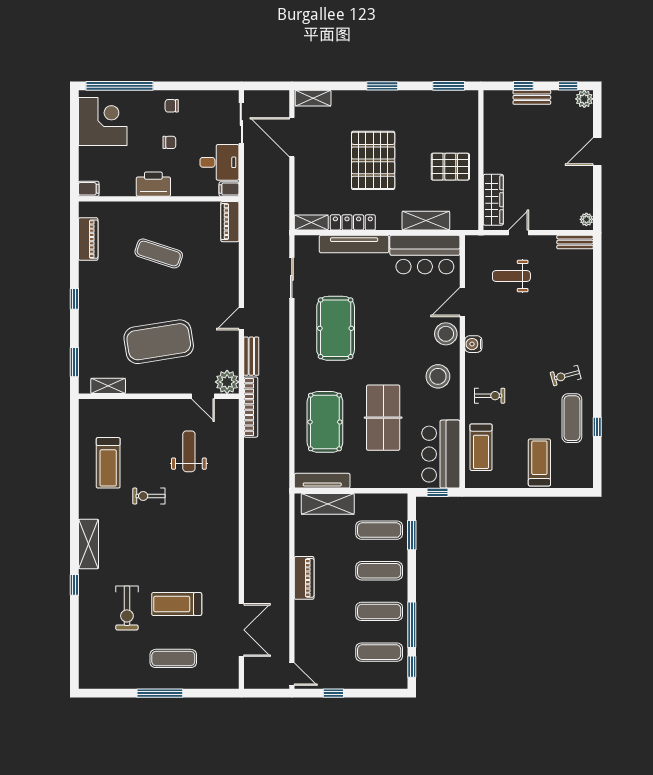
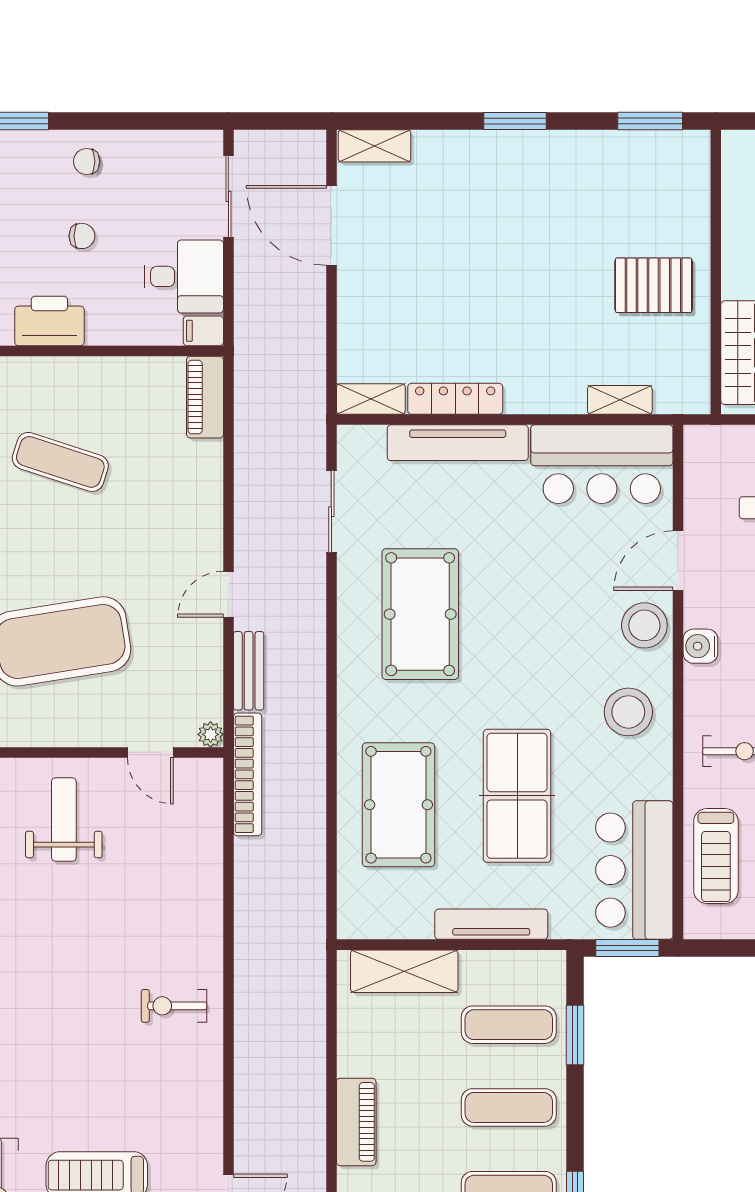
pallet: (373, 160) -> (496, 272), removed
shelving: (426, 221) -> (620, 400), width x0.67, depth x0.75
plant: (227, 382) -> (211, 734), width x0.53, depth x0.53
weight bench: (189, 451) -> (64, 819), moved
tv unit: (322, 481) -> (491, 924), moved
window: (437, 492) -> (627, 948), width x1.50
exercise bike: (149, 496) -> (174, 1006), moved

